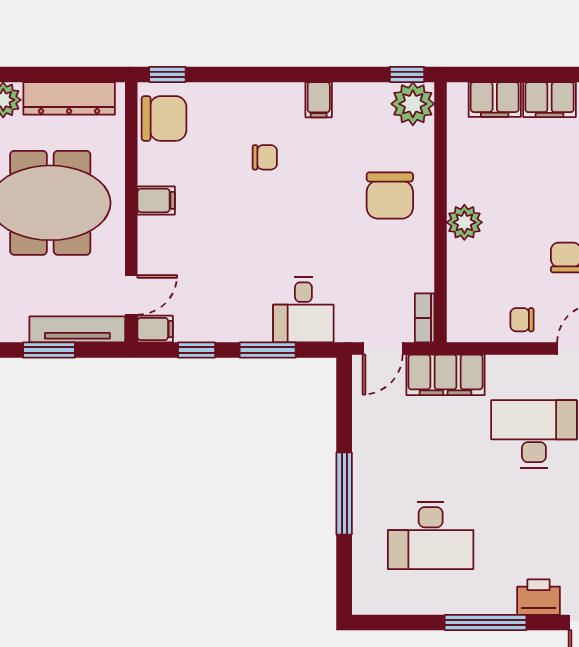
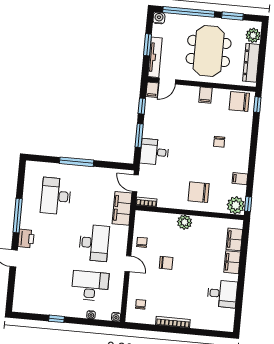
filing cabinet: (319, 100) -> (240, 179), moved
chair: (164, 118) -> (239, 101), turned 90
door: (131, 295) -> (167, 81), hinge flipped

